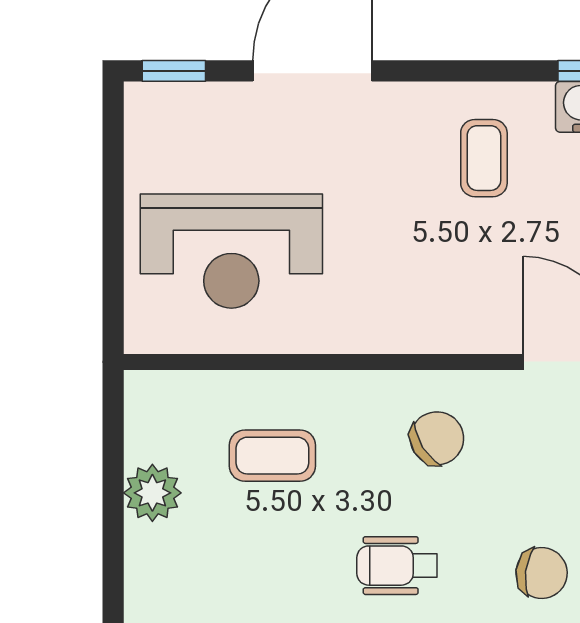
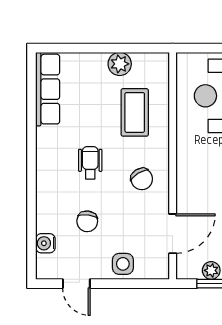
coffee table: (272, 456) -> (135, 112), width x1.36, depth x1.30

